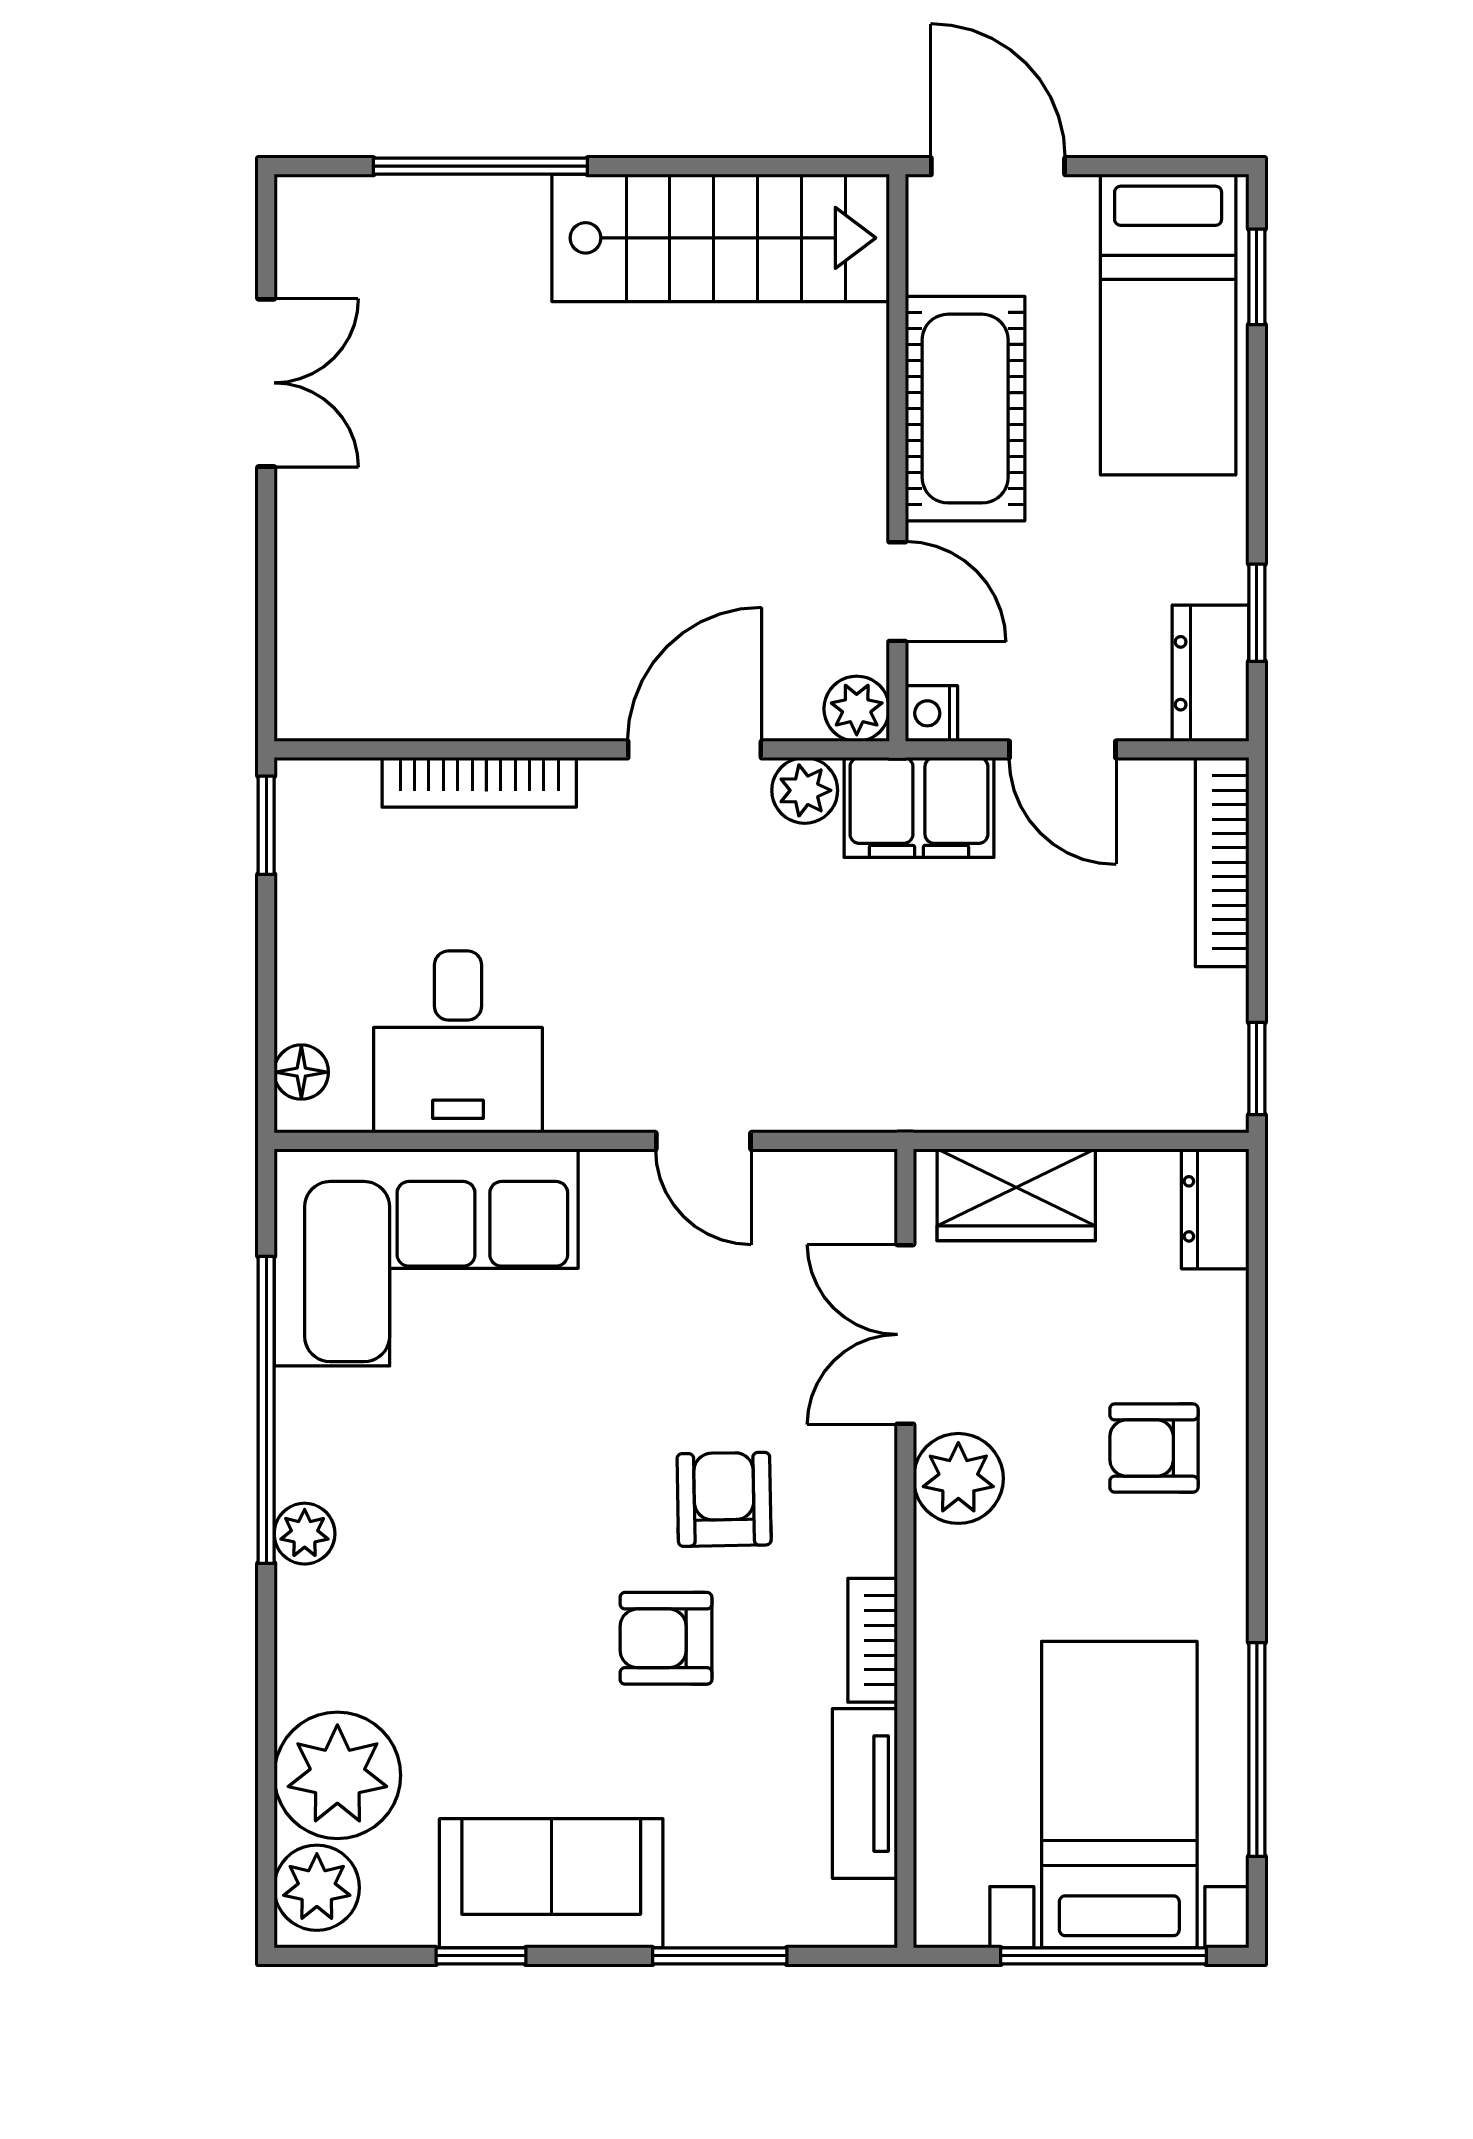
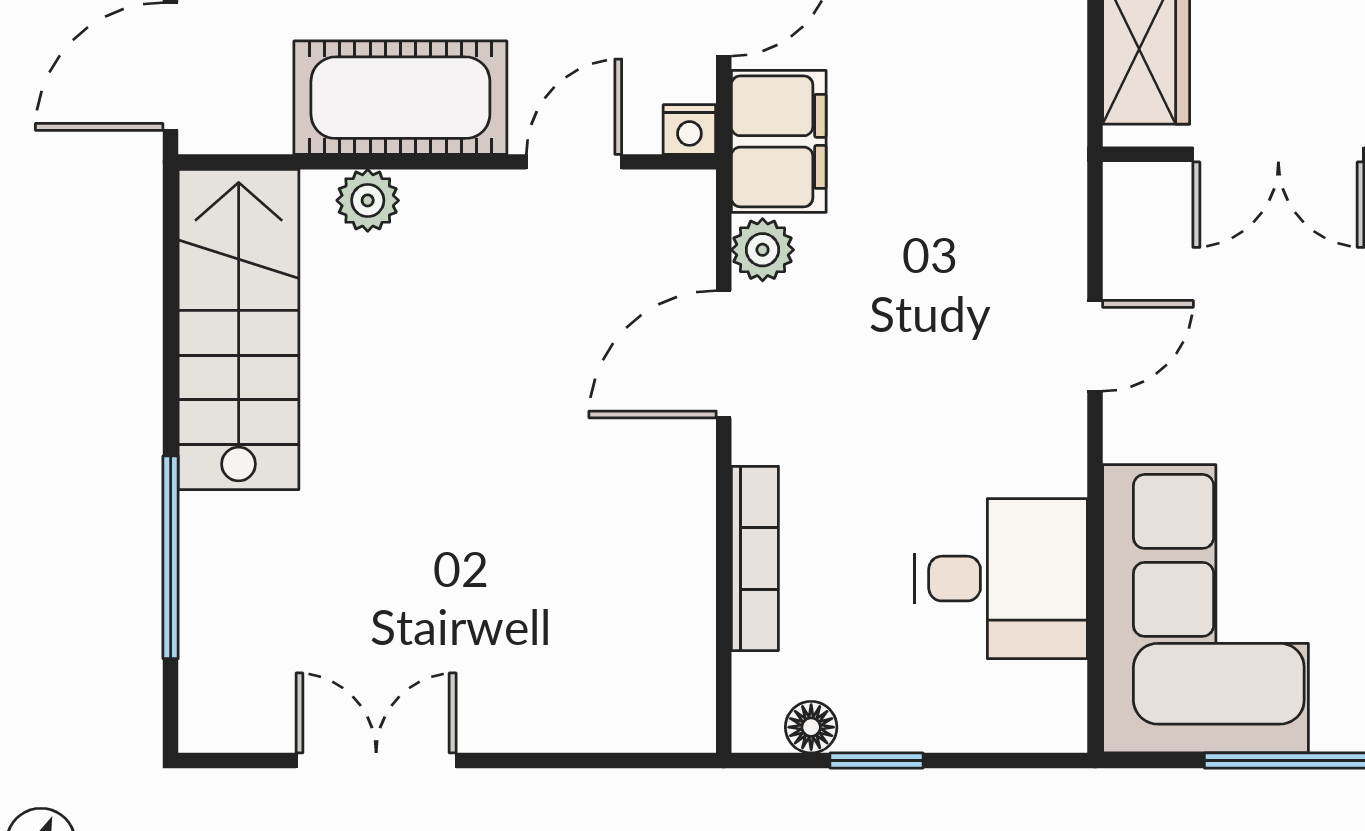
plant: (857, 709) -> (368, 200), moved
door: (695, 749) -> (724, 354), hinge flipped
window: (266, 825) -> (877, 761), moved
floor lamp: (301, 1072) -> (811, 727), moved

